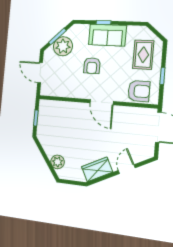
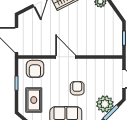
armchair: (139, 91) -> (35, 69), turned -90

